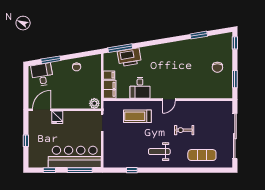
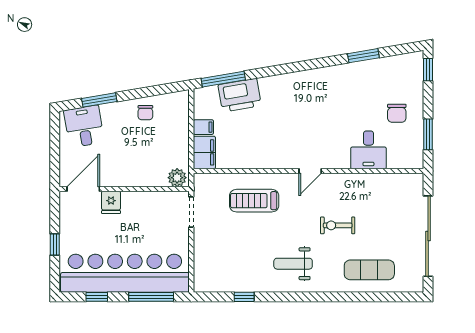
desk: (140, 88) -> (368, 150), moved
bar counter: (75, 157) -> (125, 273), width x1.36

